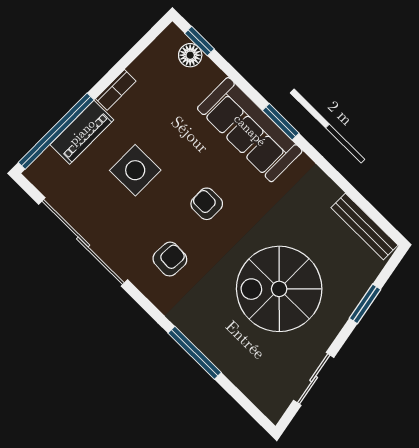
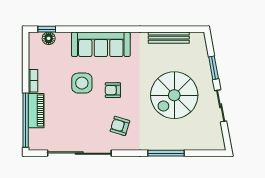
window: (281, 122) -> (110, 29), removed
side table: (135, 170) -> (82, 83), moved
bench: (364, 226) -> (169, 38), moved
armchair: (170, 259) -> (120, 126), turned -76
sliding door: (314, 379) -> (221, 106), moved

